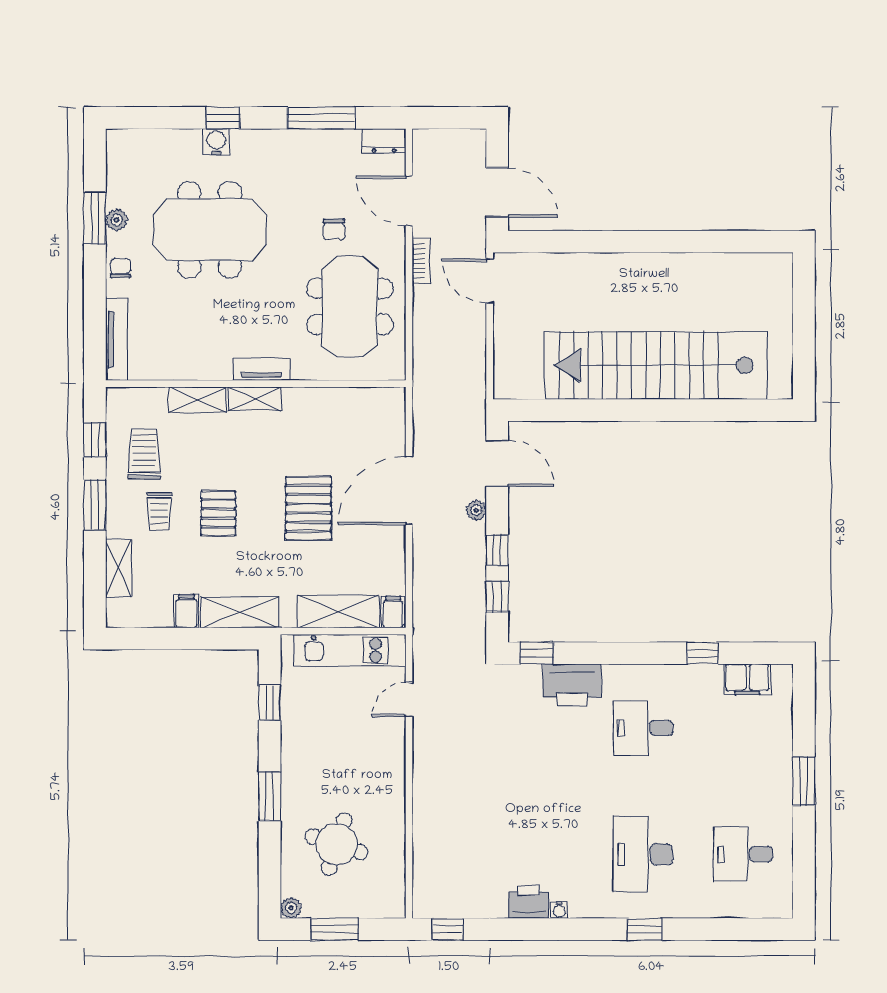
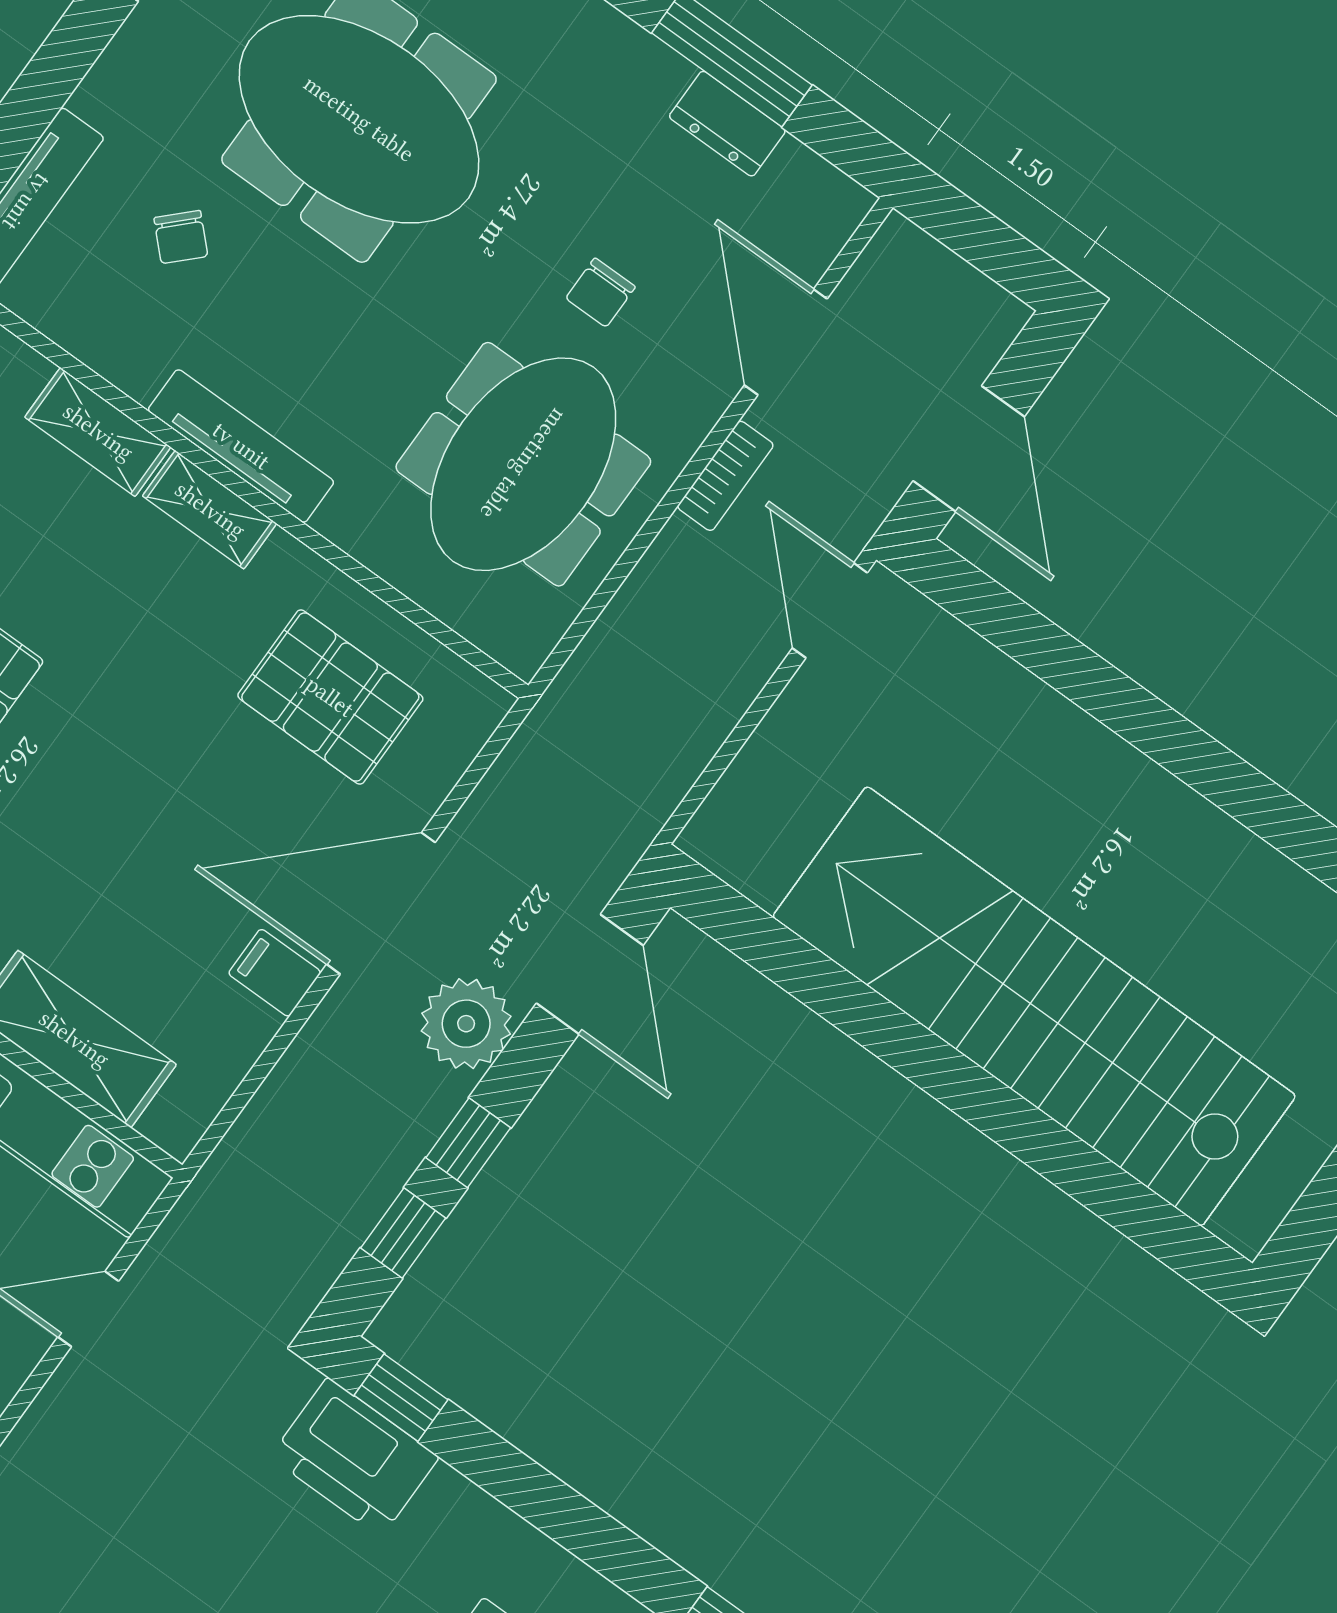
dresser: (384, 141) -> (727, 124), moved
chair: (120, 268) -> (181, 237), moved, turned 135
tv unit: (261, 369) -> (241, 446), width x1.41
pallet: (308, 508) -> (330, 697), moved, turned 90
plant: (476, 510) -> (466, 1024), width x1.87, depth x1.87
filing cabinet: (393, 612) -> (275, 973), moved, turned -90
printer: (572, 685) -> (354, 1457), moved

